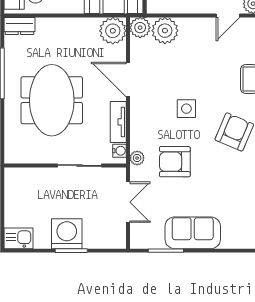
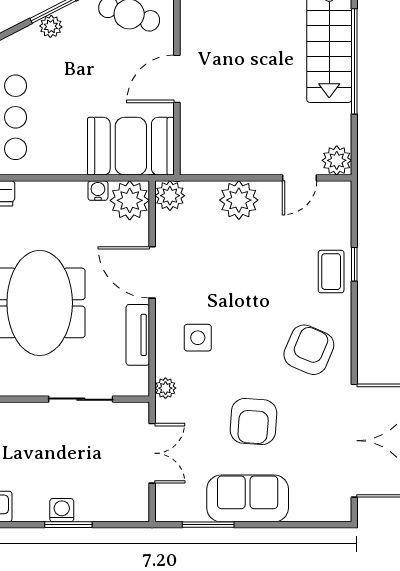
plant: (165, 31) -> (239, 200), moved
side table: (186, 109) -> (198, 338), moved
water cooler: (120, 151) -> (98, 191), moved, turned -90
armchair: (175, 162) -> (253, 422), moved, turned -86
washing machine: (67, 234) -> (62, 510), width x0.53, depth x0.53

